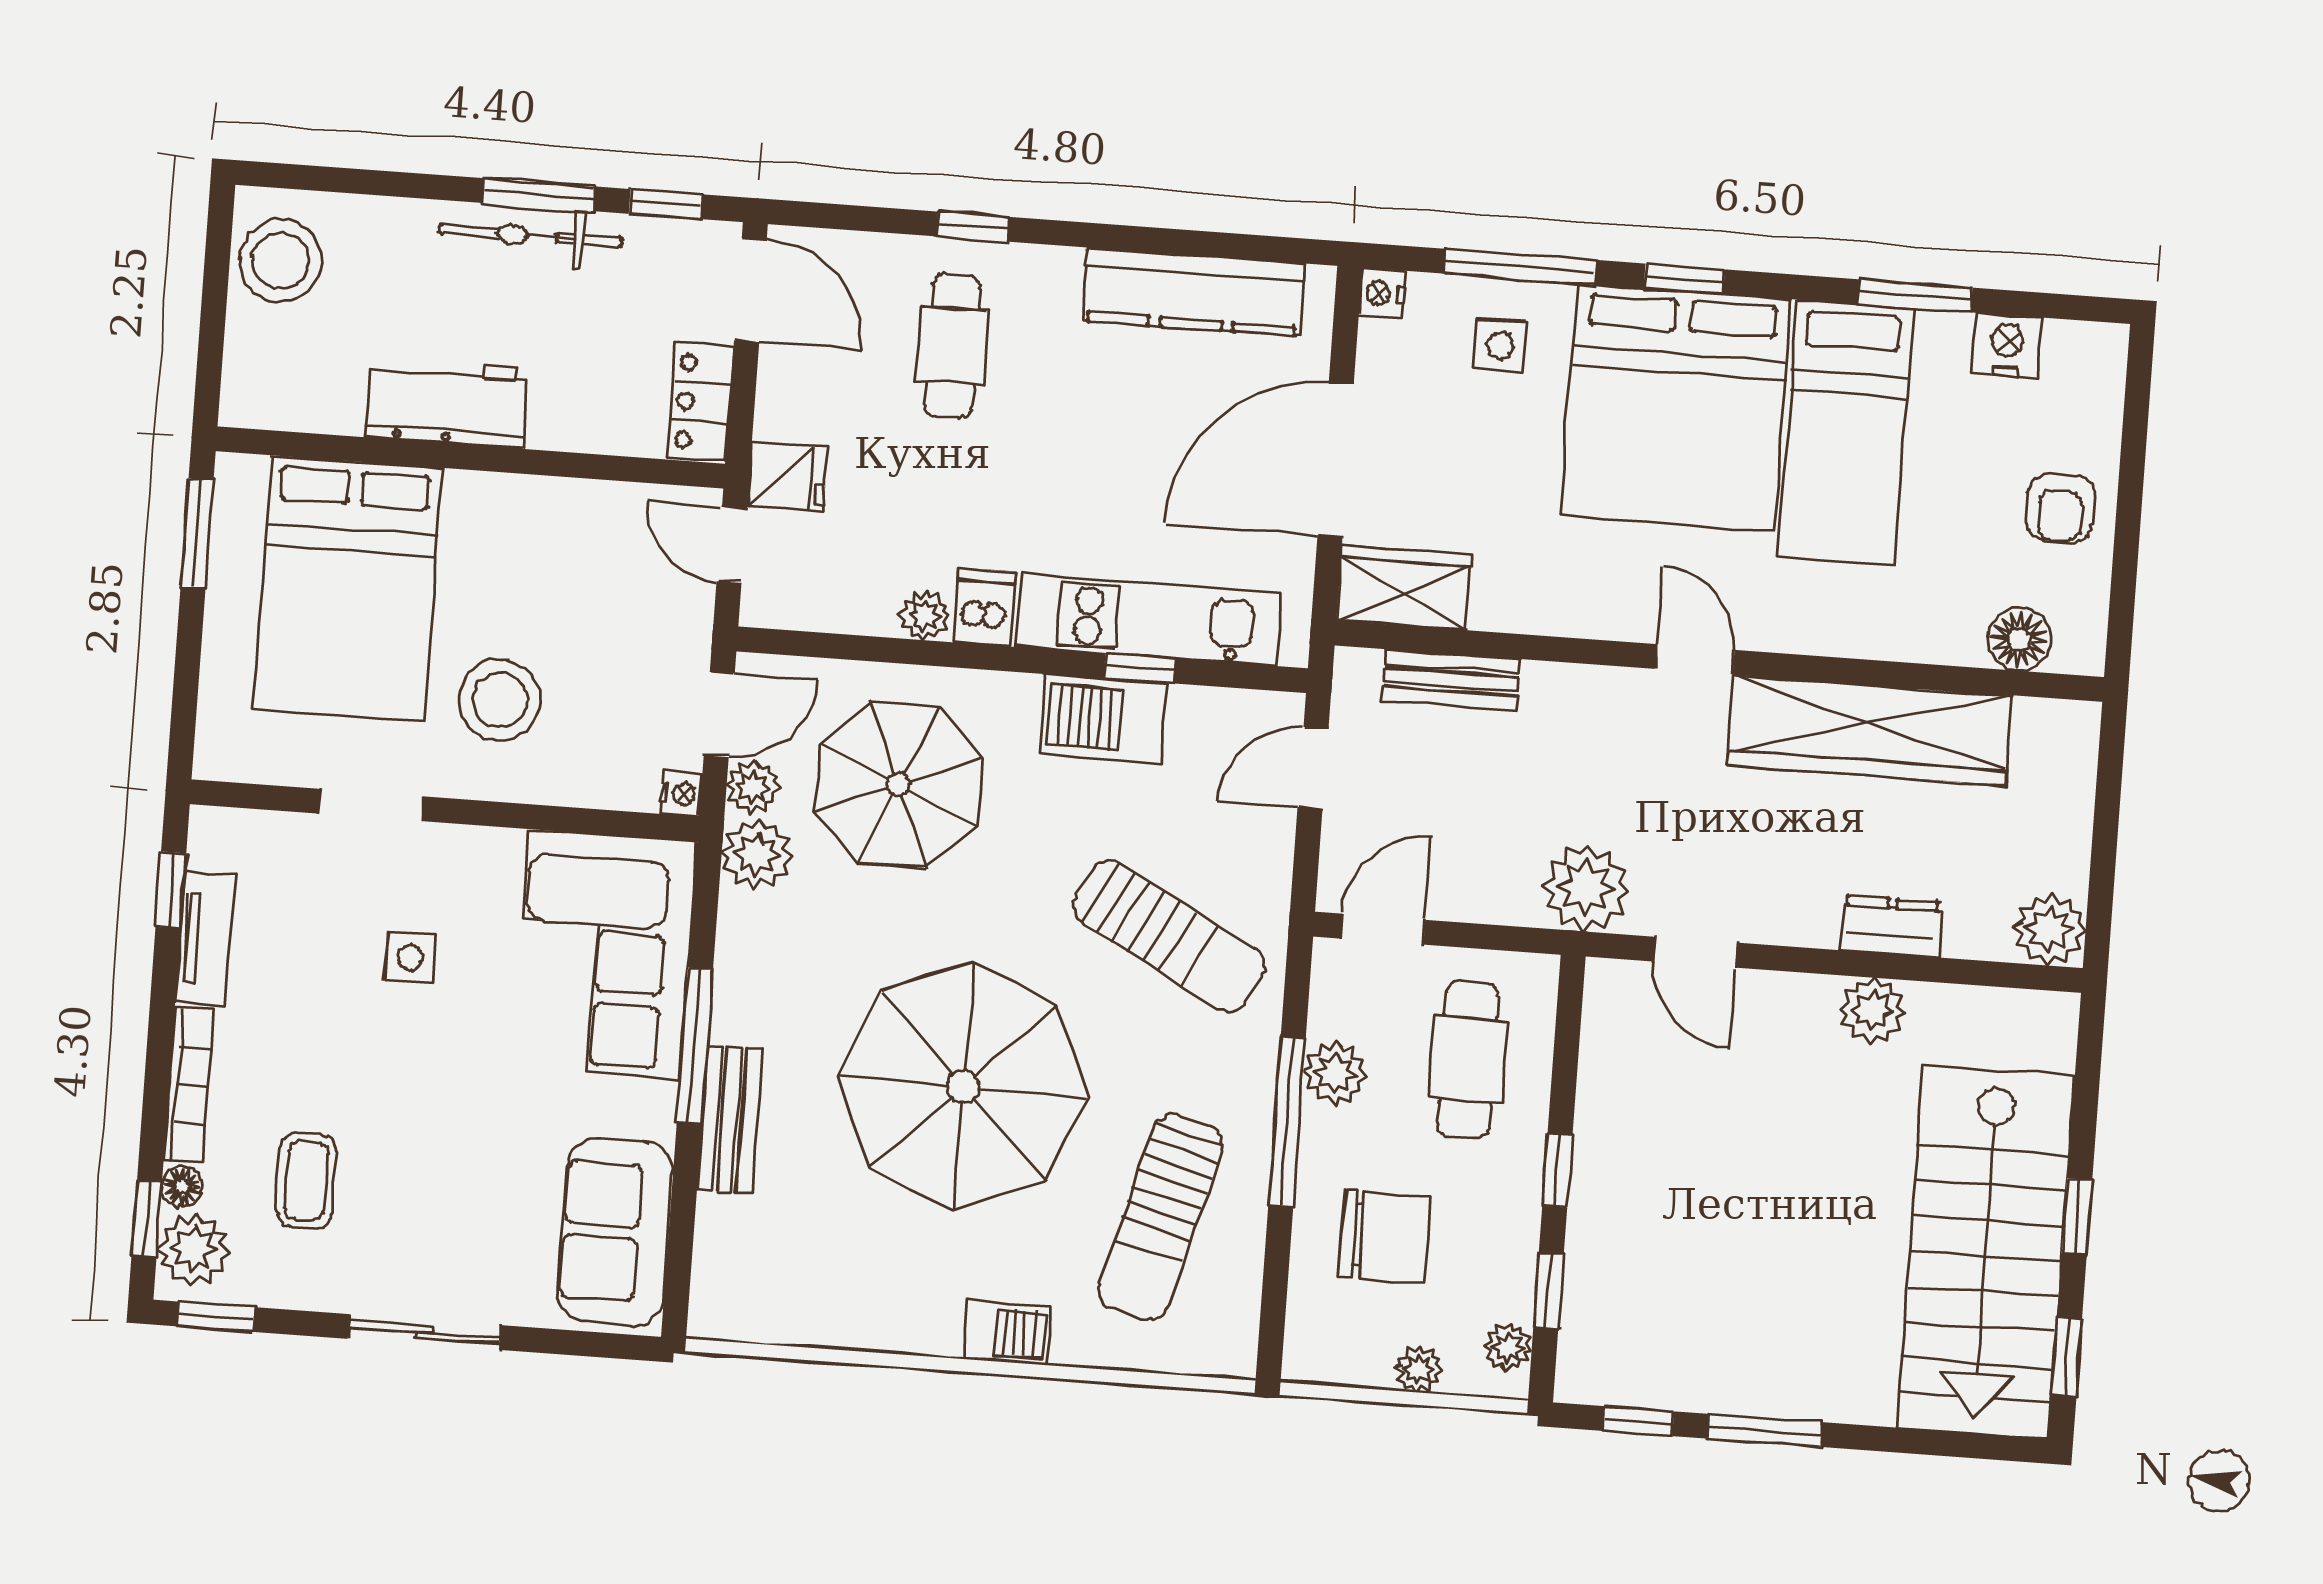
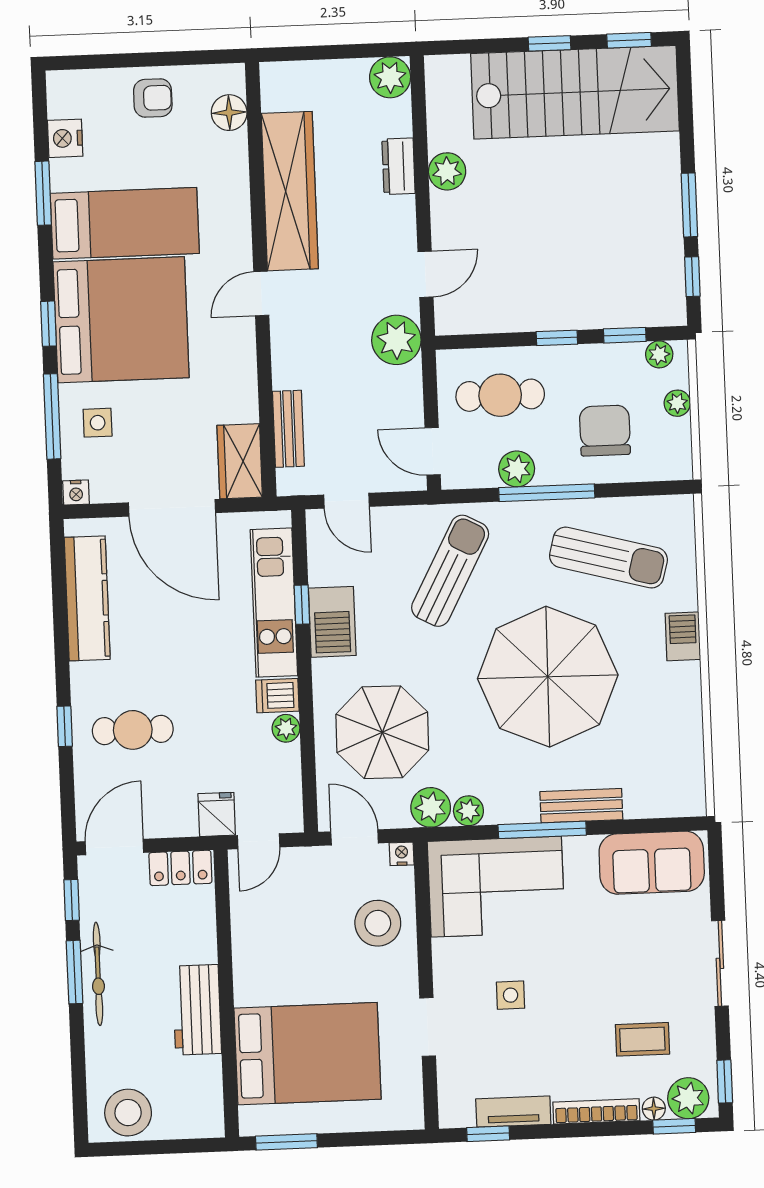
stool: (500, 700) -> (378, 923), moved
plant: (753, 787) -> (468, 811), moved

